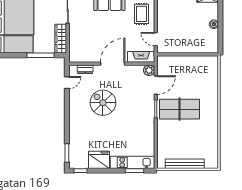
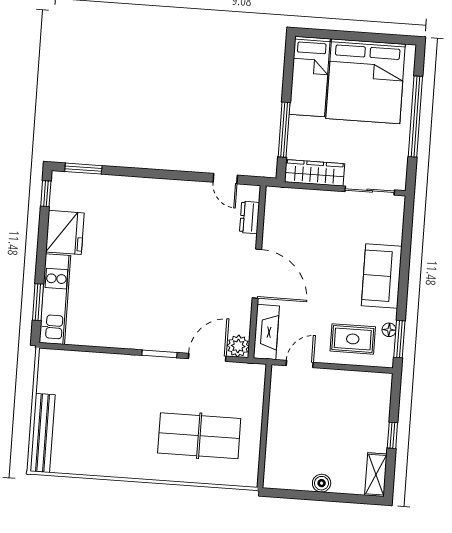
door: (156, 85) -> (207, 357), swing flipped
spiral stairs: (103, 103) -> (179, 248), removed
table tennis table: (180, 109) -> (199, 436), moved, turned 90
bench: (185, 164) -> (42, 433), moved

